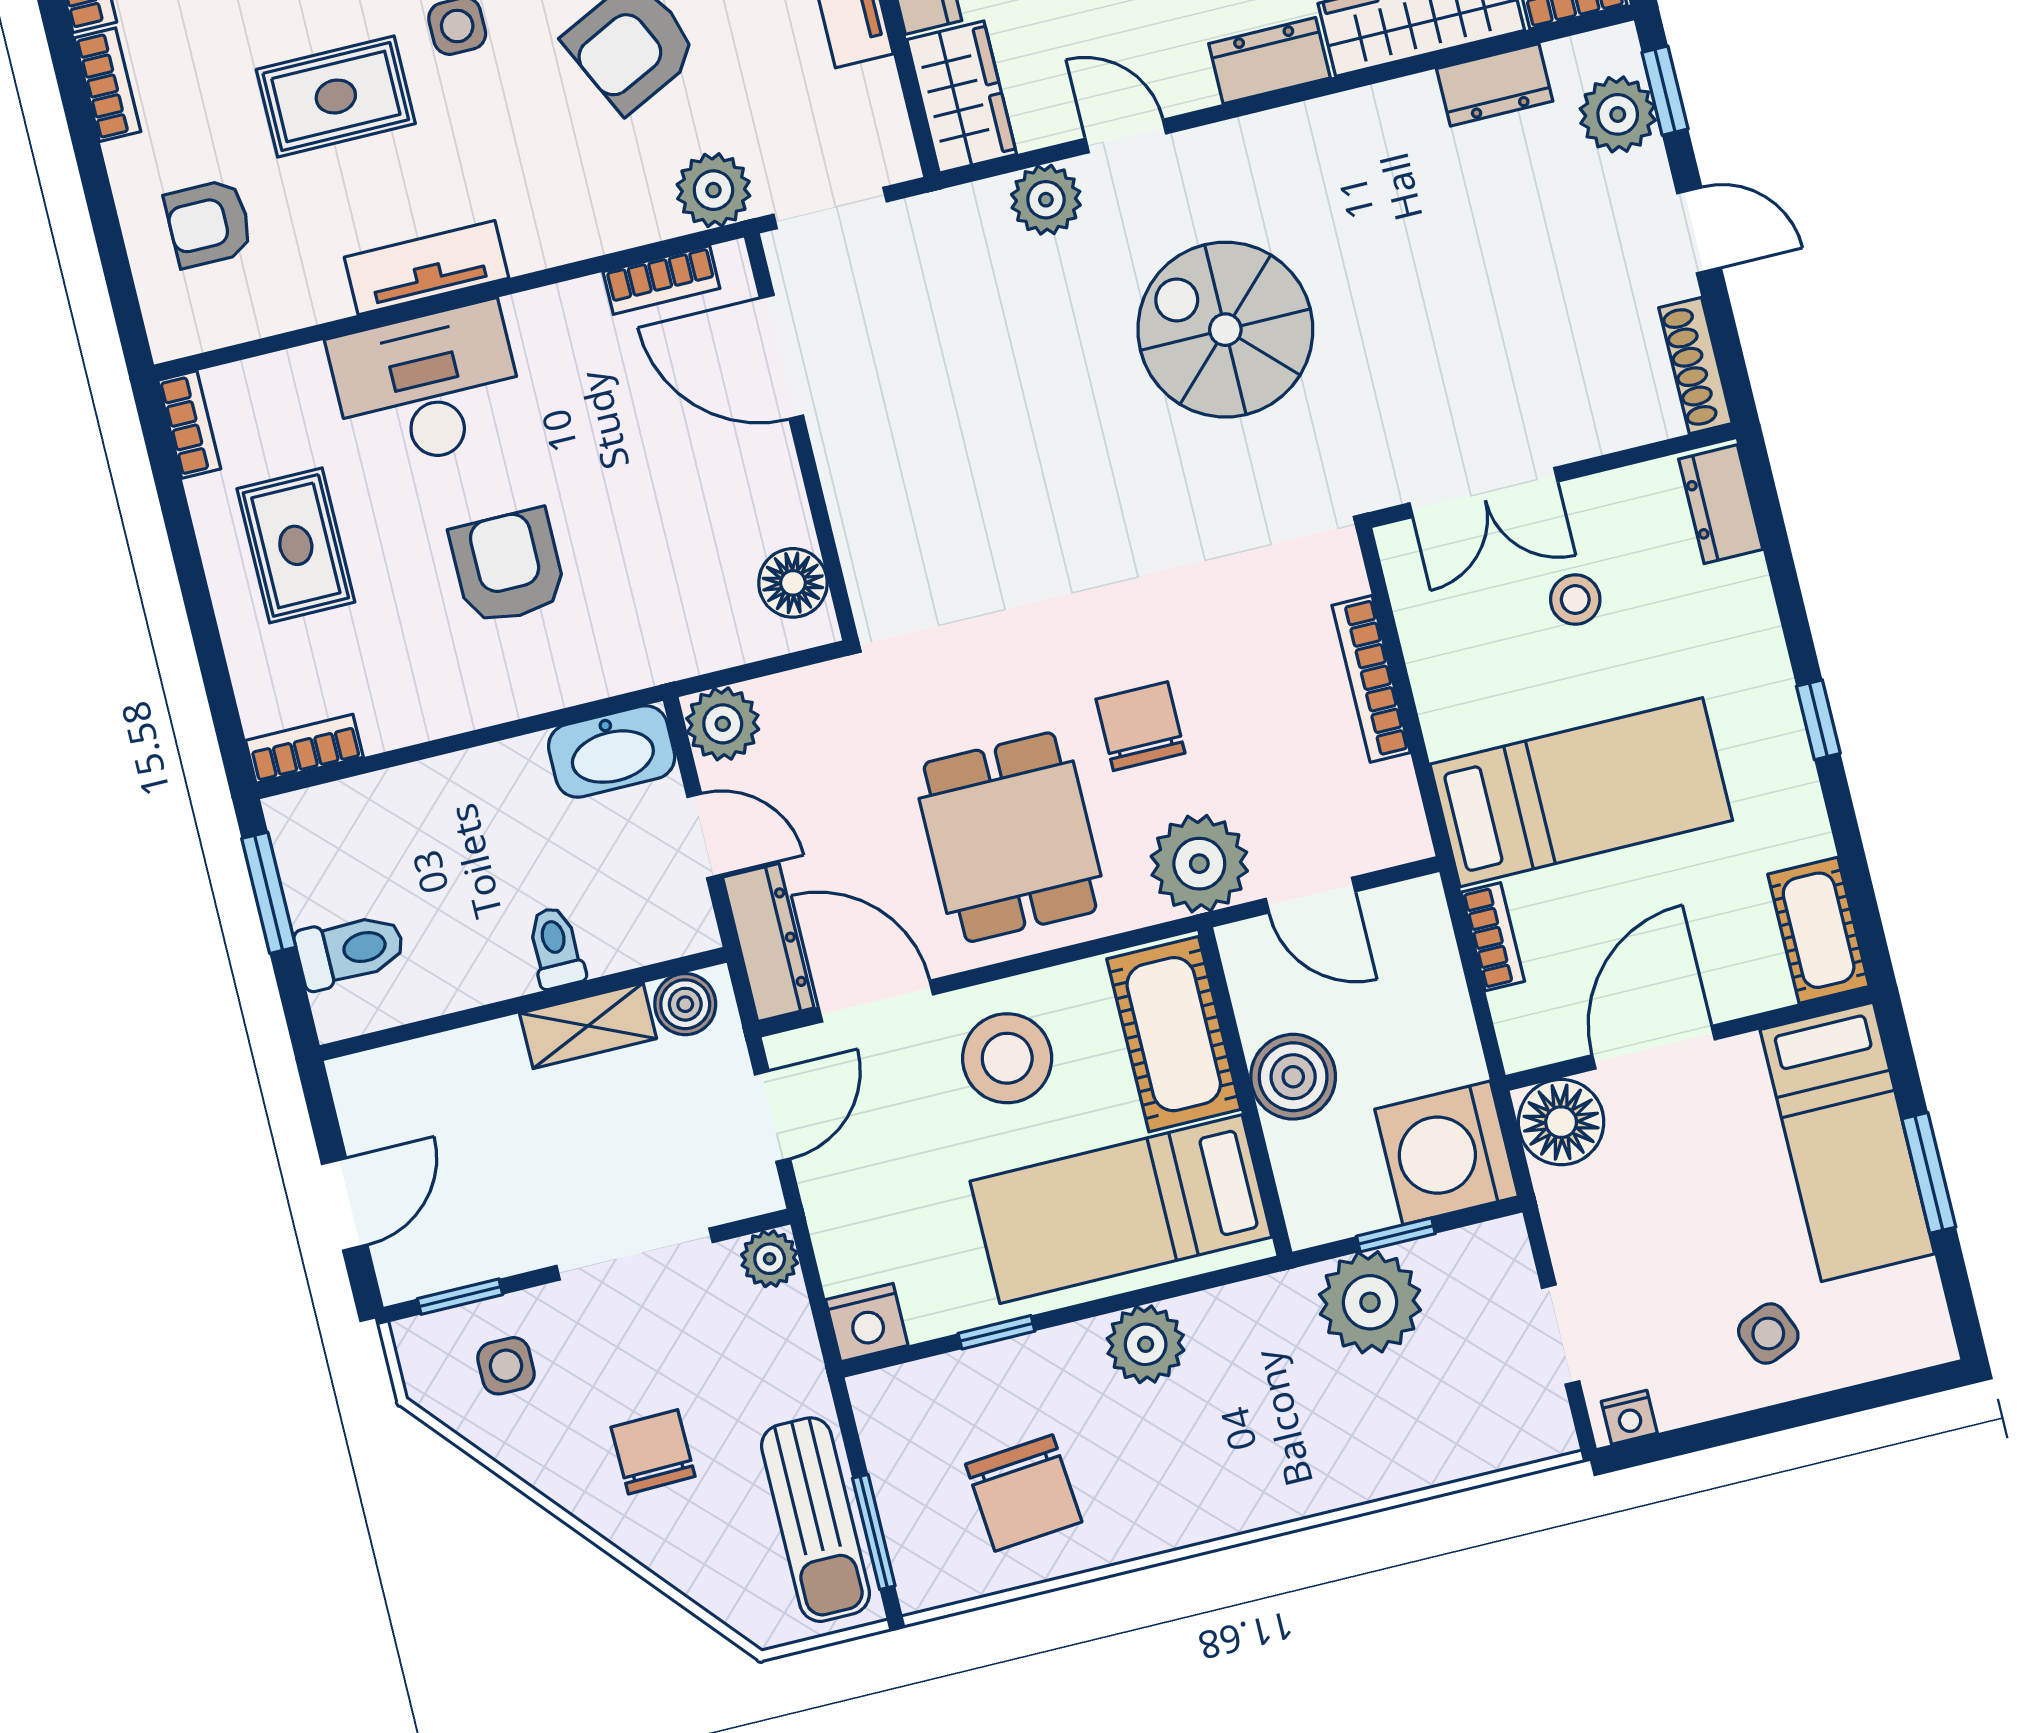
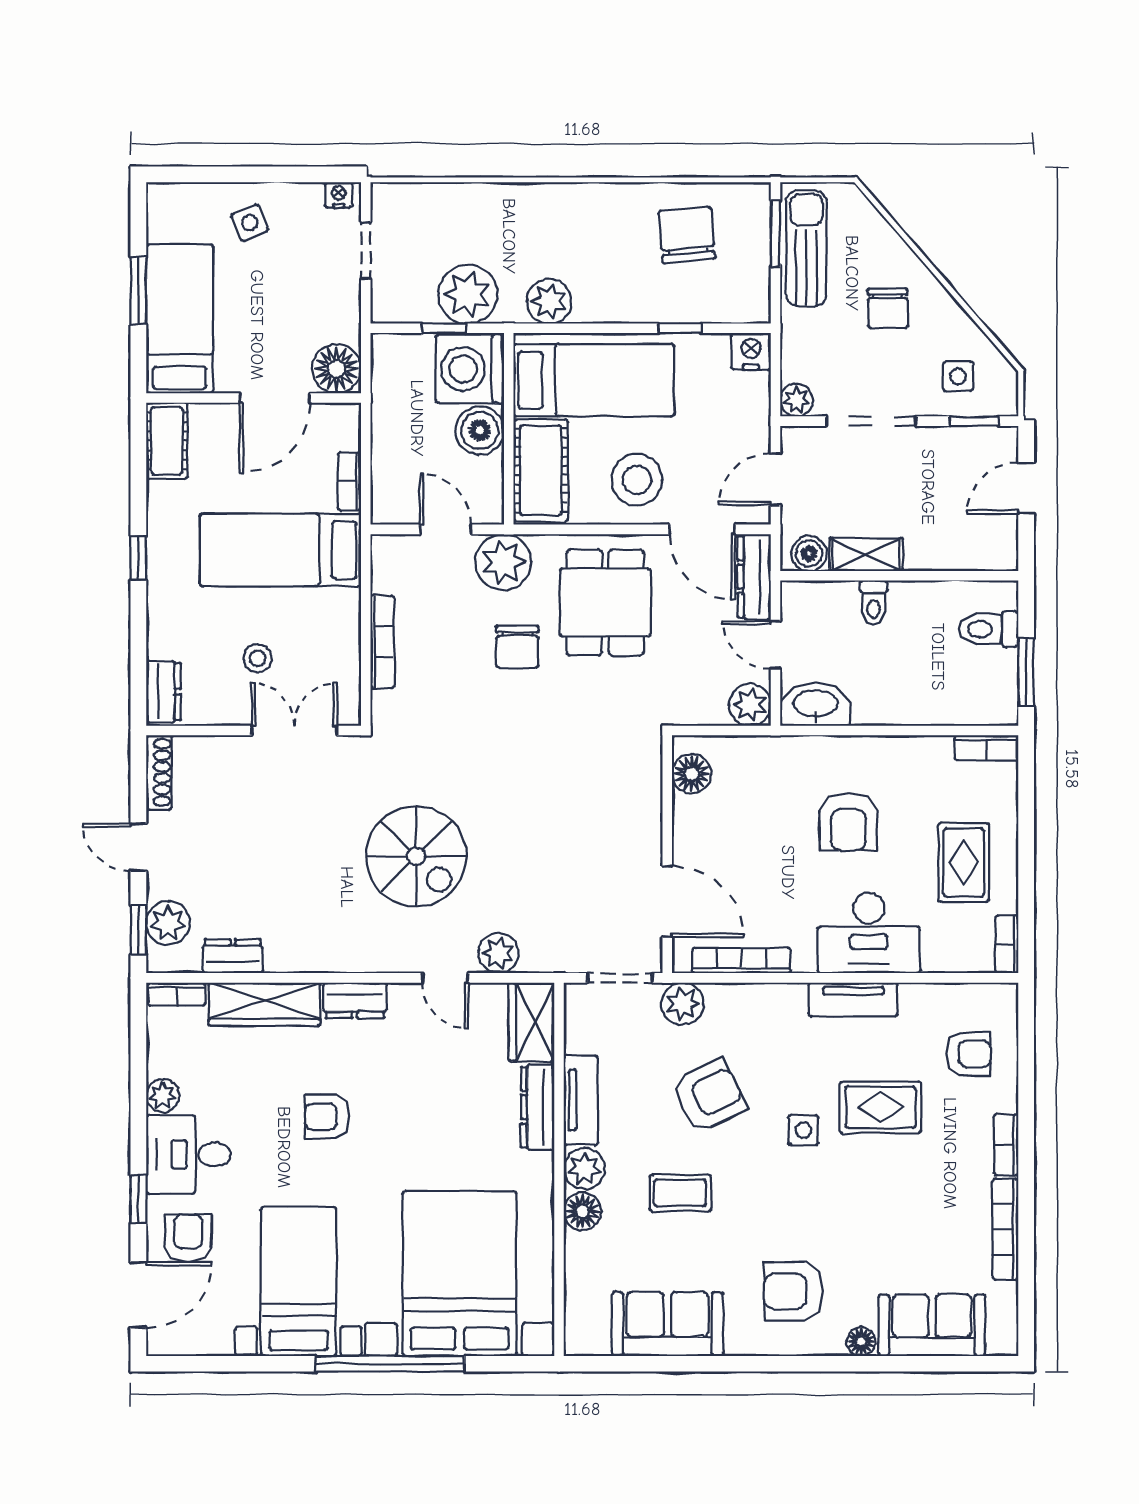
bookcase: (661, 280) -> (742, 961), width x1.56
washing machine: (1447, 1153) -> (470, 369), moved, turned 180
plant: (1146, 1344) -> (549, 301), moved

